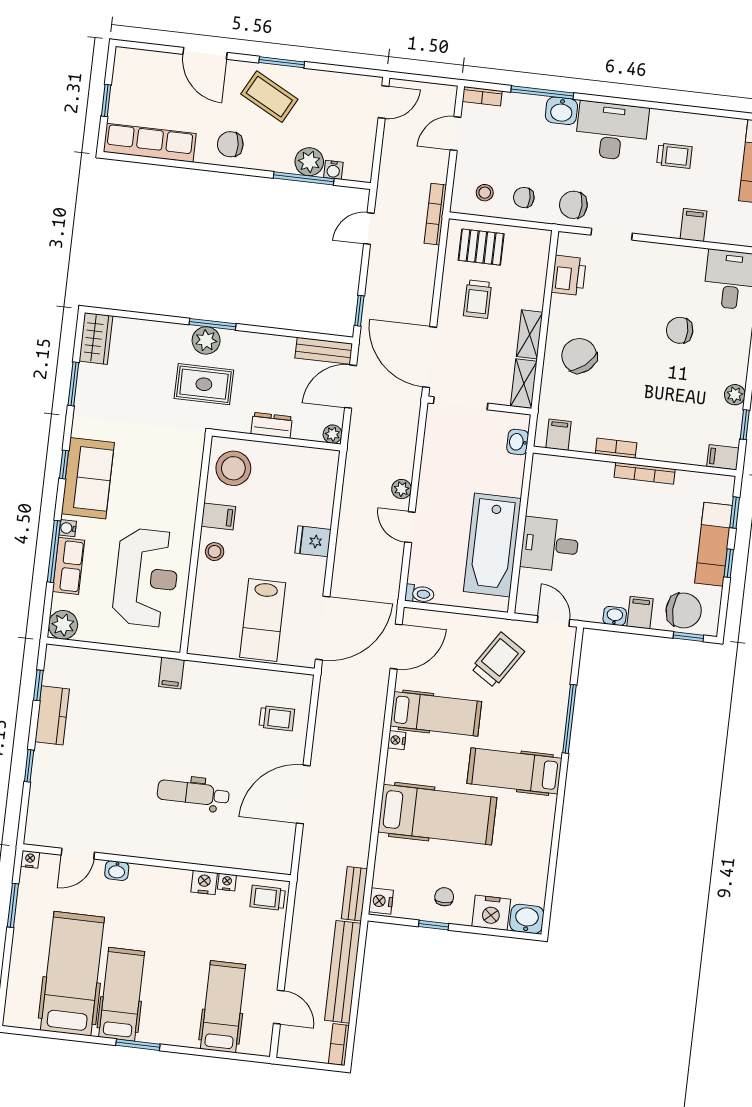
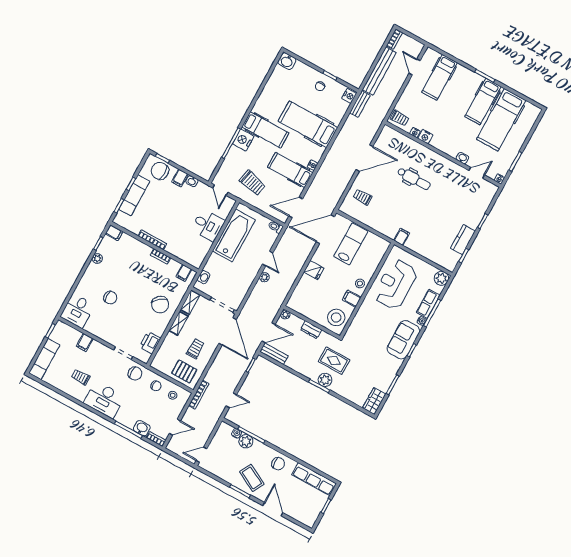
washbasin: (561, 111) -> (142, 428), moved
trolley: (498, 660) -> (252, 183), turned -110
nightstand: (491, 913) -> (243, 140), moved, turned -90

